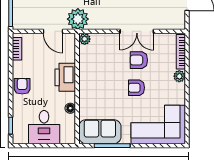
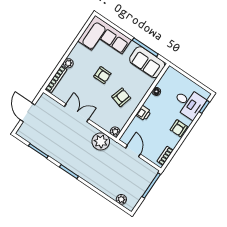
plant: (78, 19) -> (101, 141), moved
armchair: (139, 60) -> (121, 97), moved, turned -74
printer: (65, 77) -> (143, 113), width x0.53, depth x0.68
desk: (44, 127) -> (189, 103), moved, turned 90

